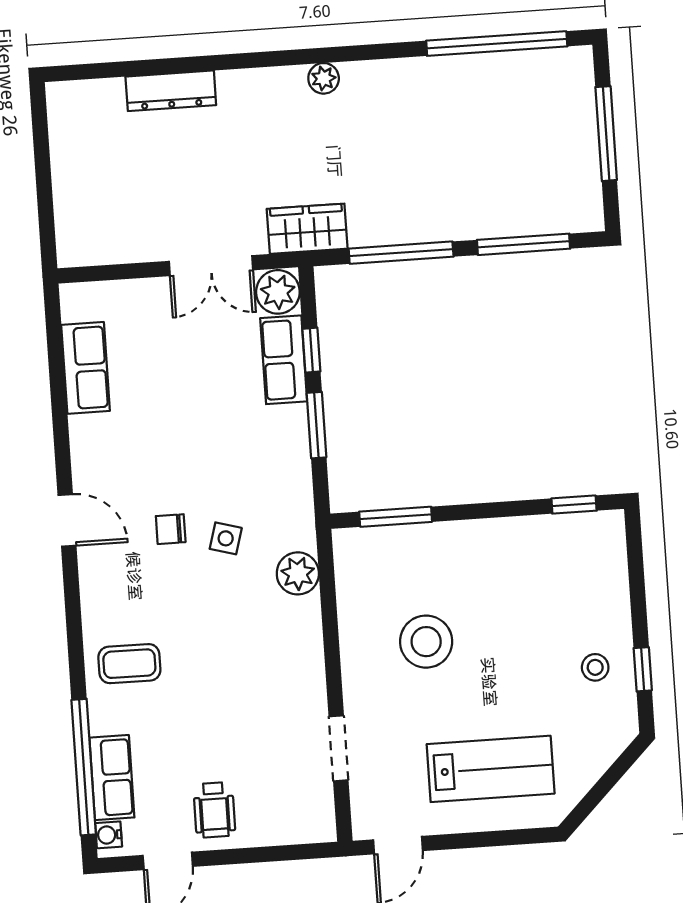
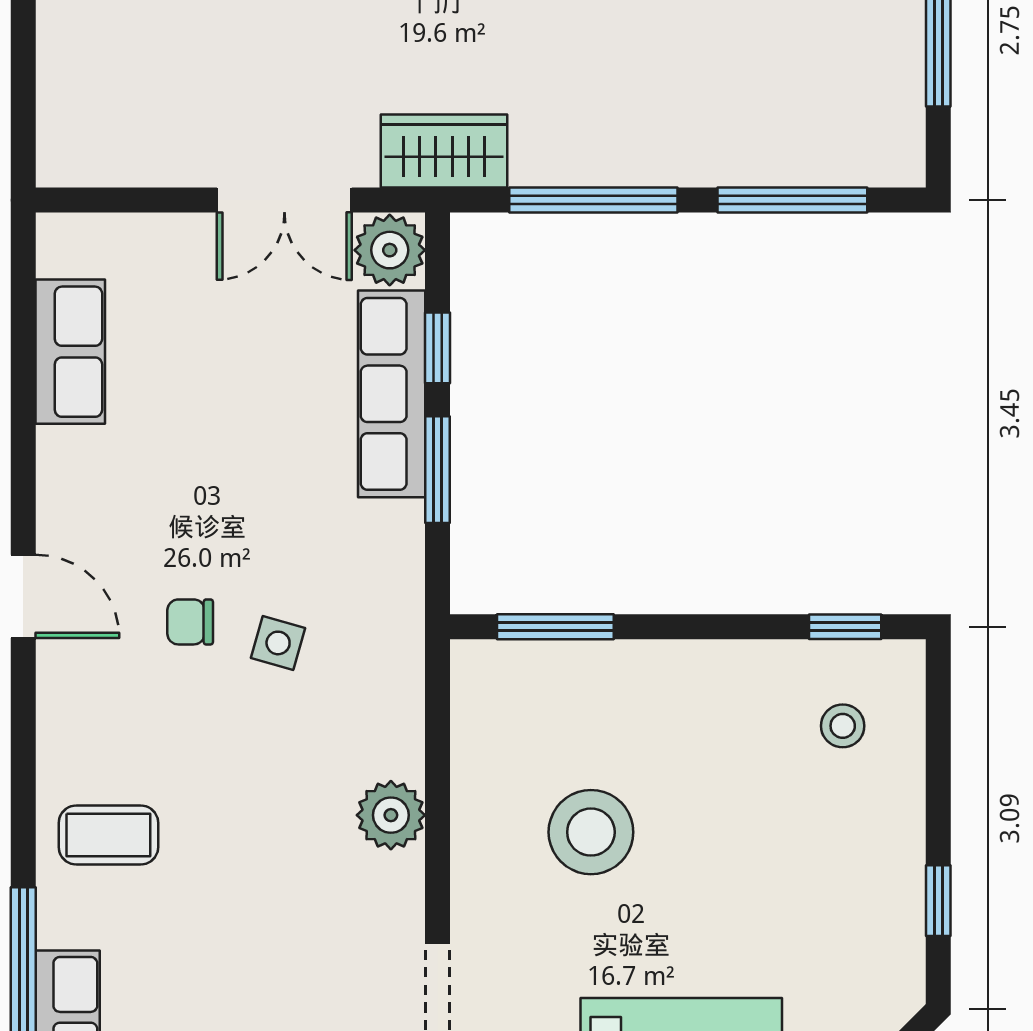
row of seats: (284, 360) -> (392, 394), width x1.48
plant: (298, 573) -> (391, 815), moved
stool: (595, 667) -> (843, 726), moved

